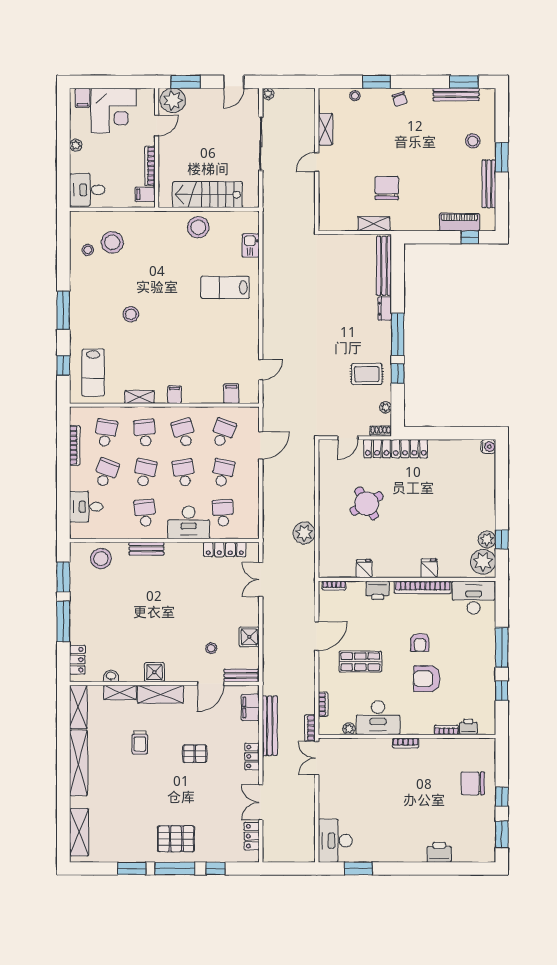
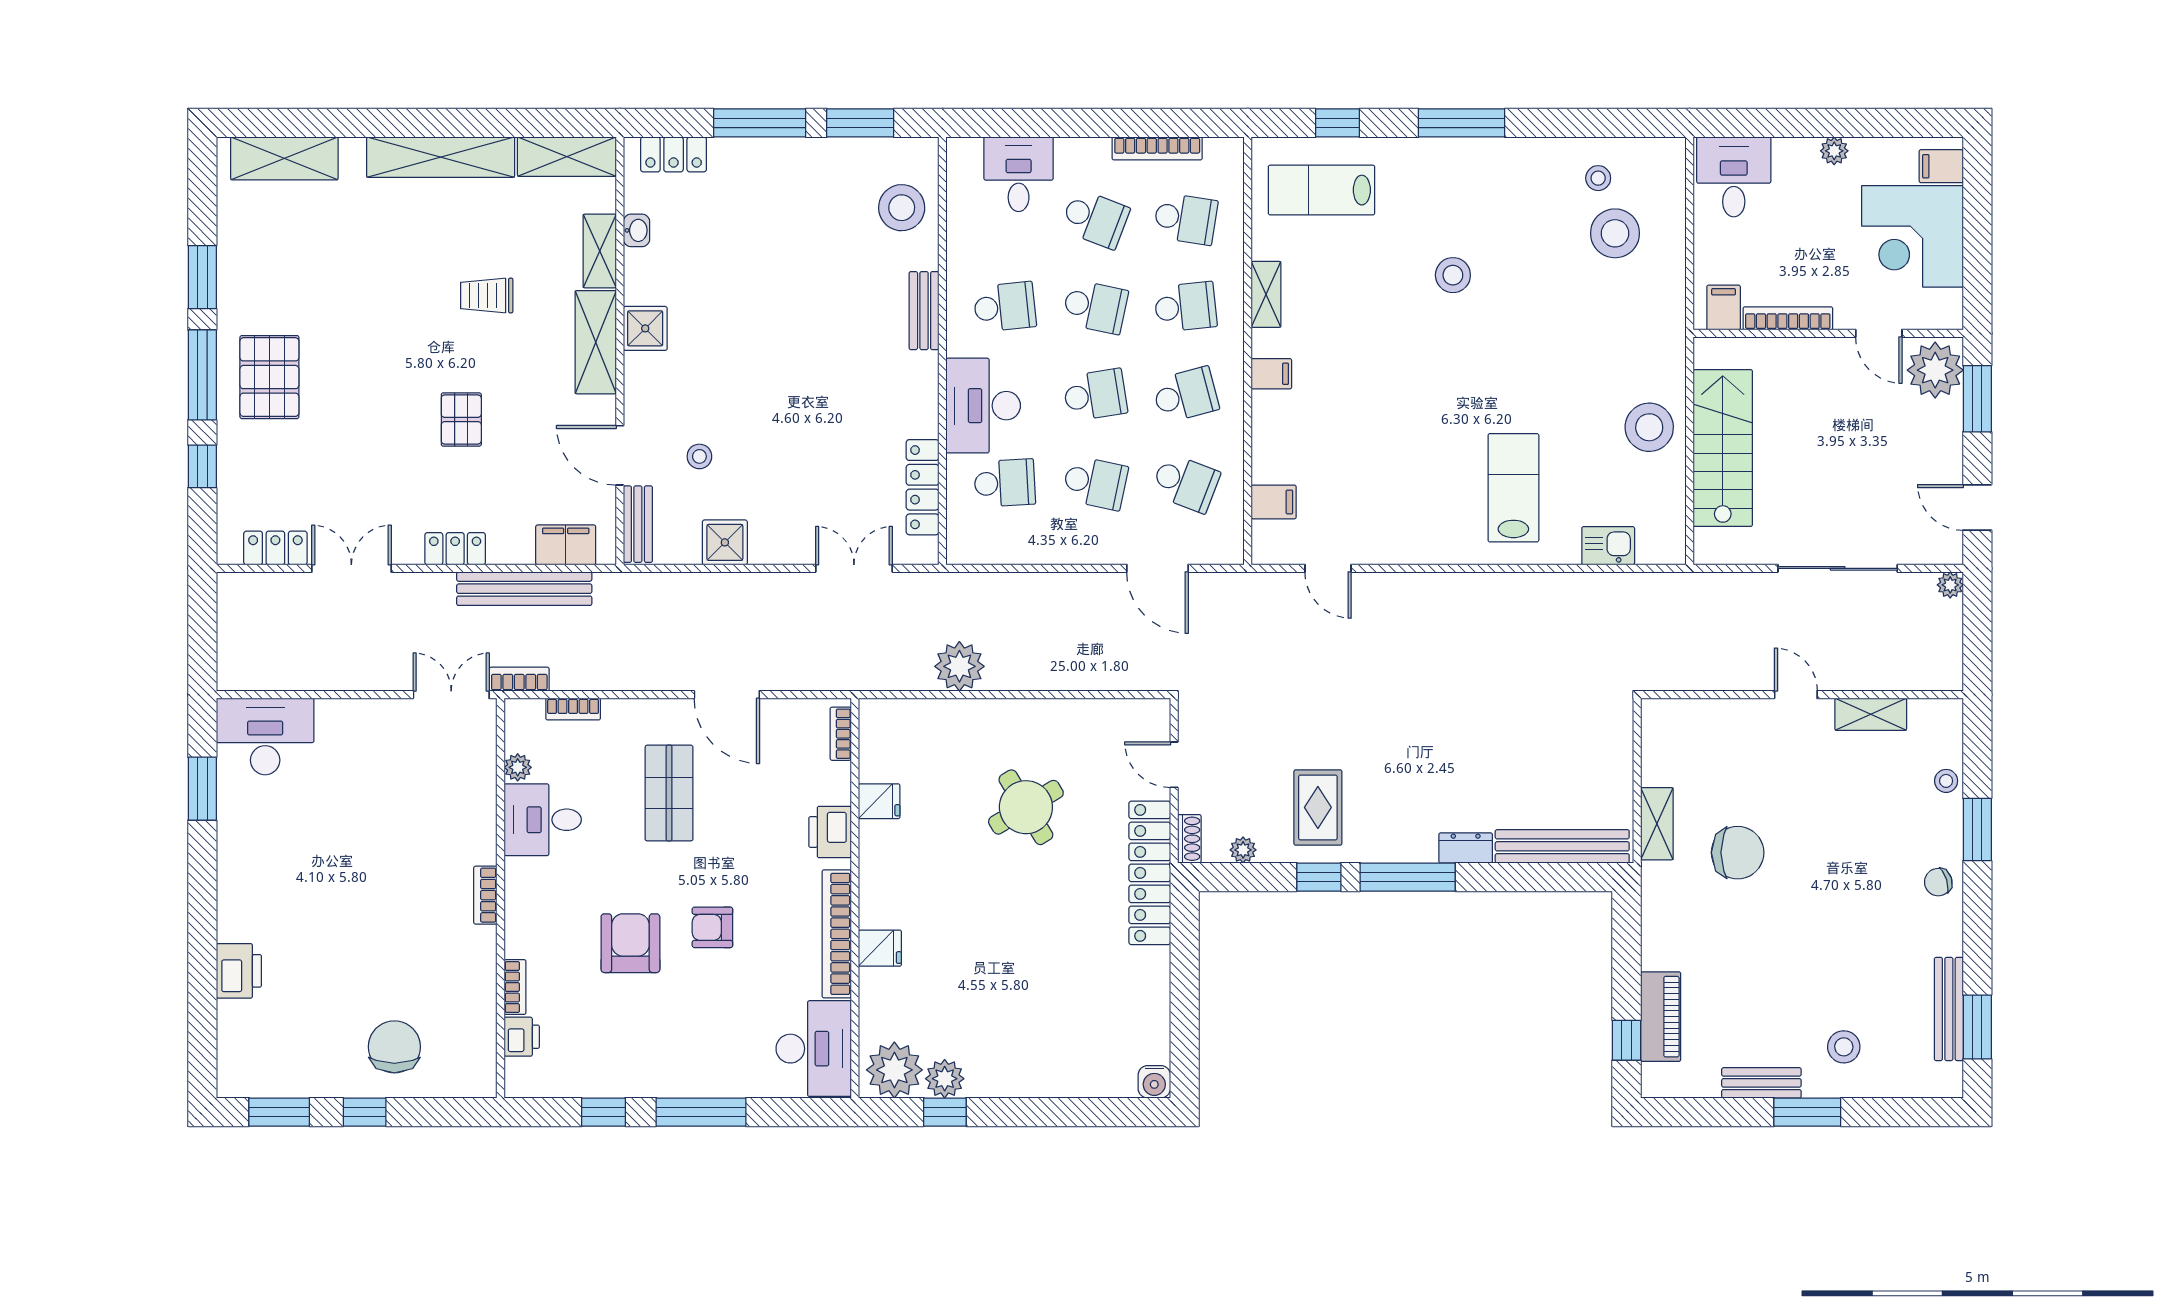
bench: (489, 184) -> (1761, 1083), width x0.73
desk: (378, 718) -> (543, 820), width x0.73

